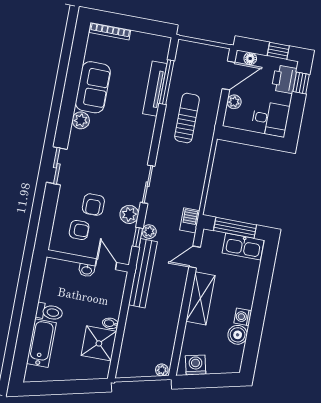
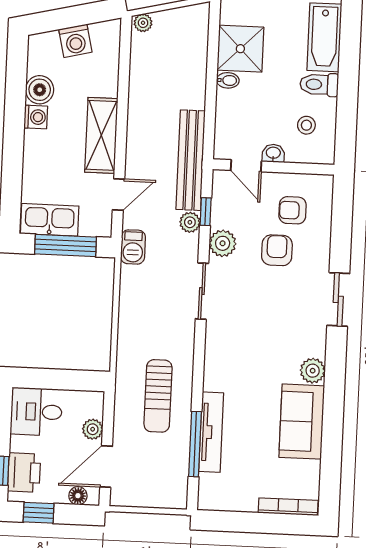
stool: (62, 286) -> (306, 125), added
washing machine: (196, 365) -> (75, 41), moved

